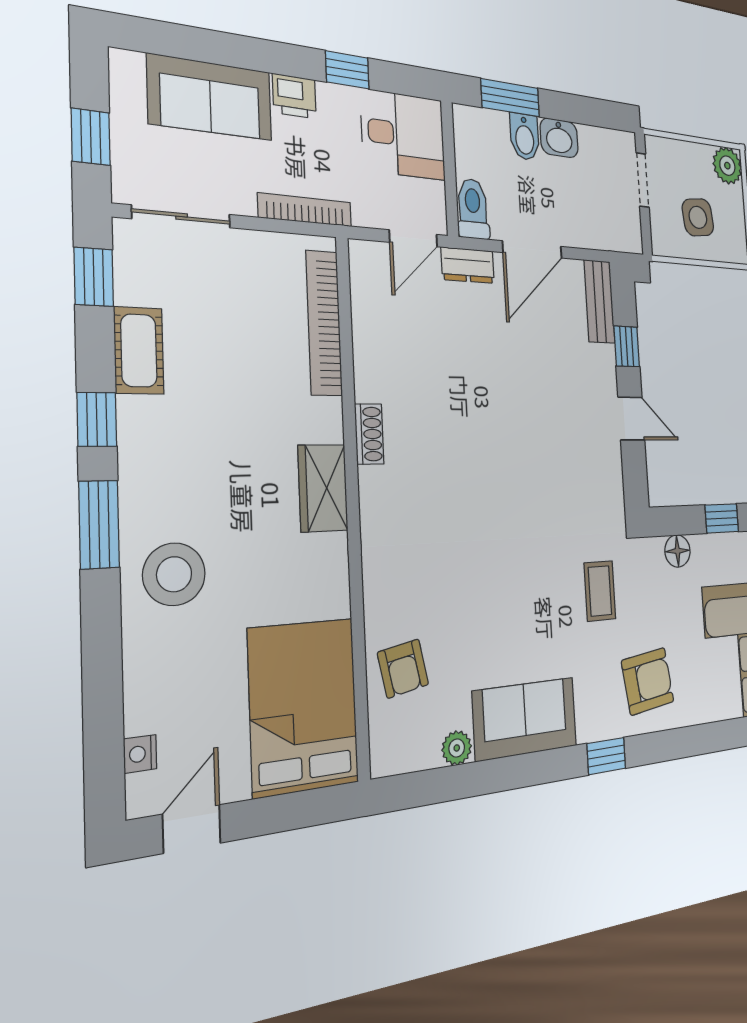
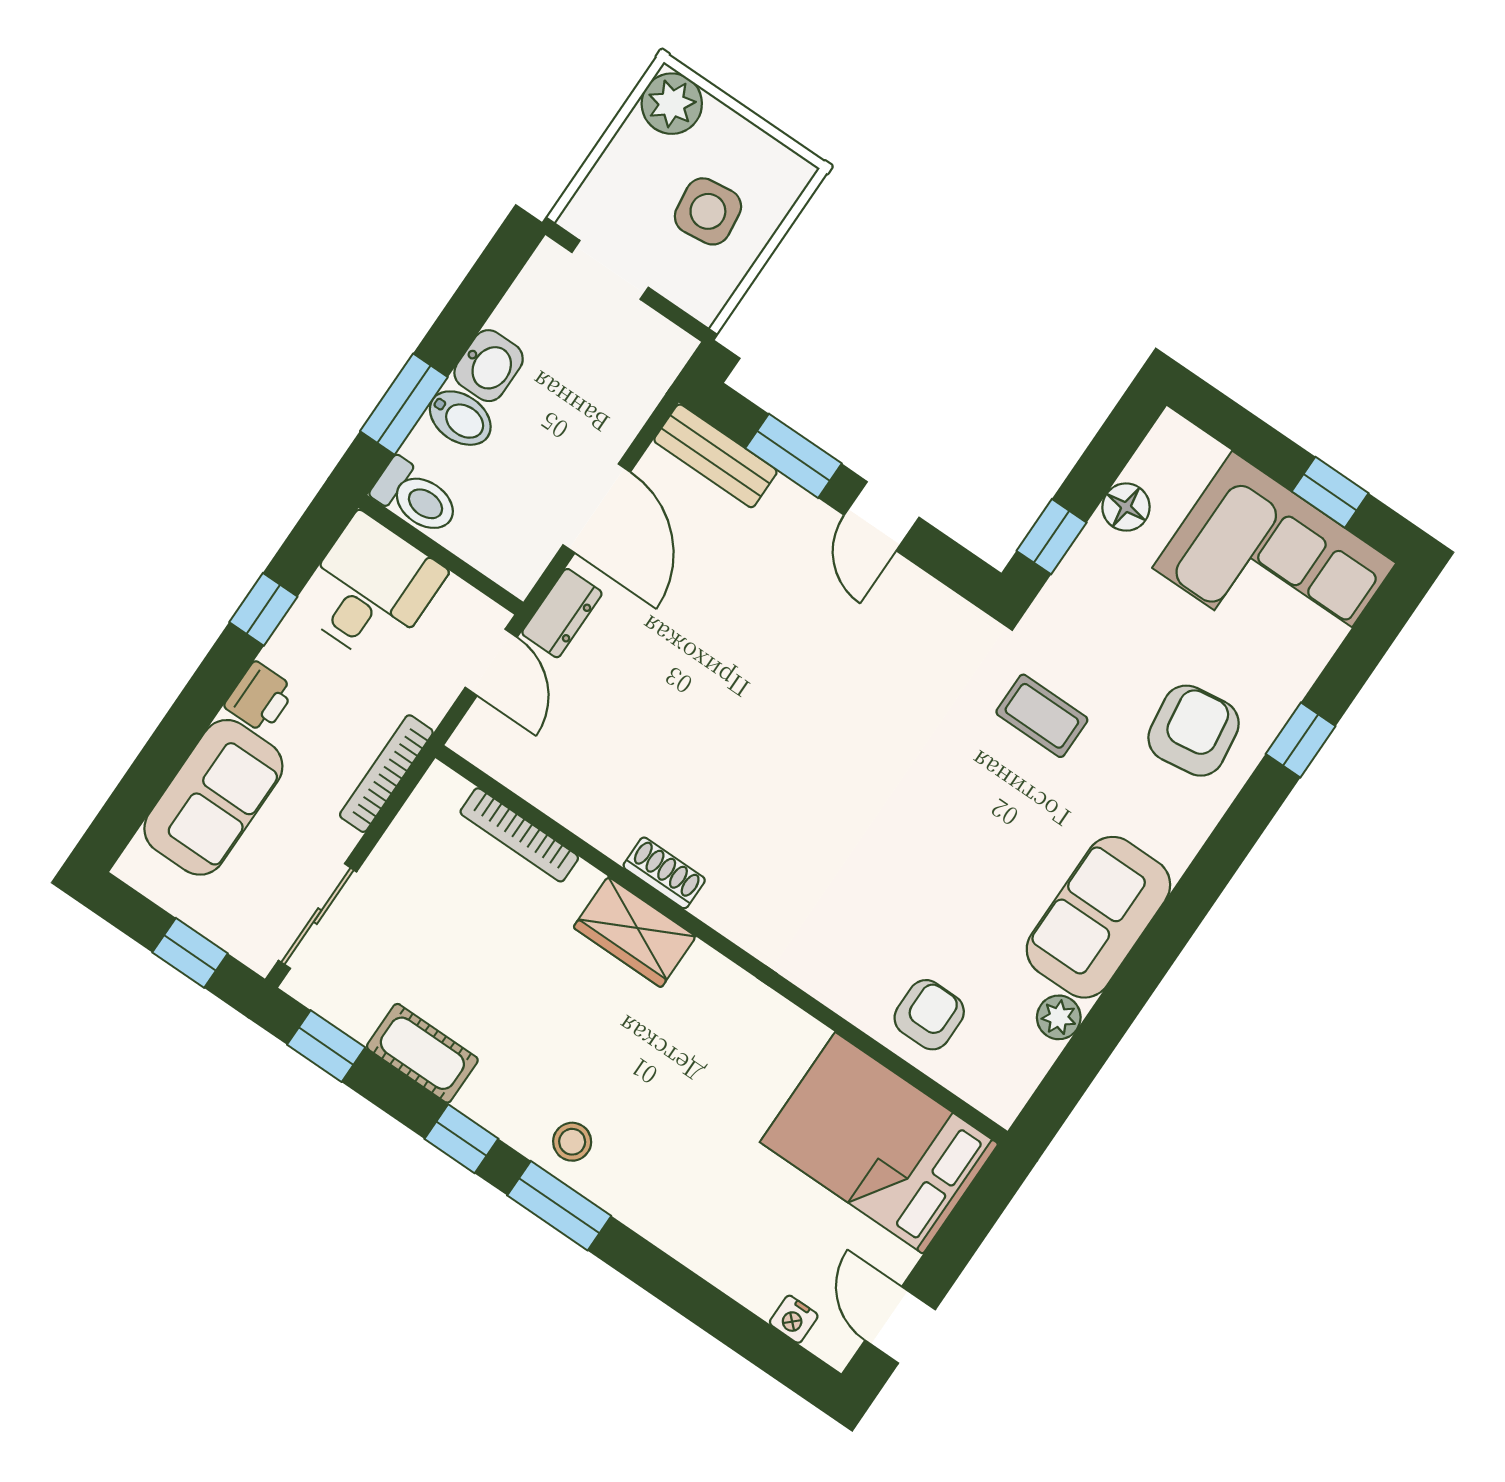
toilet: (473, 209) -> (416, 497), moved, turned 180
bookcase: (324, 323) -> (519, 835), width x0.68, depth x0.76
window: (627, 346) -> (794, 456), width x1.50
door: (631, 419) -> (882, 516), swing flipped
wardrobe: (323, 488) -> (635, 932), moved
window: (722, 518) -> (1052, 537), moved
floor lamp: (678, 551) -> (1126, 507), moved
stool: (174, 574) -> (572, 1142), moved, width x0.53, depth x0.53
armchair: (403, 669) -> (929, 1015), turned -79
window: (606, 756) -> (1301, 740), moved

